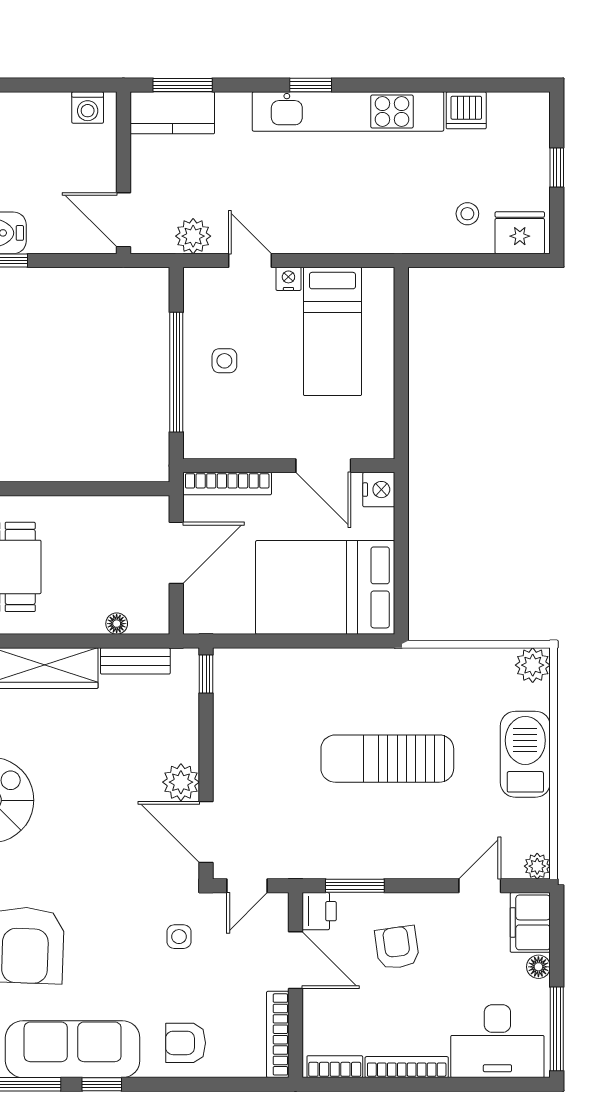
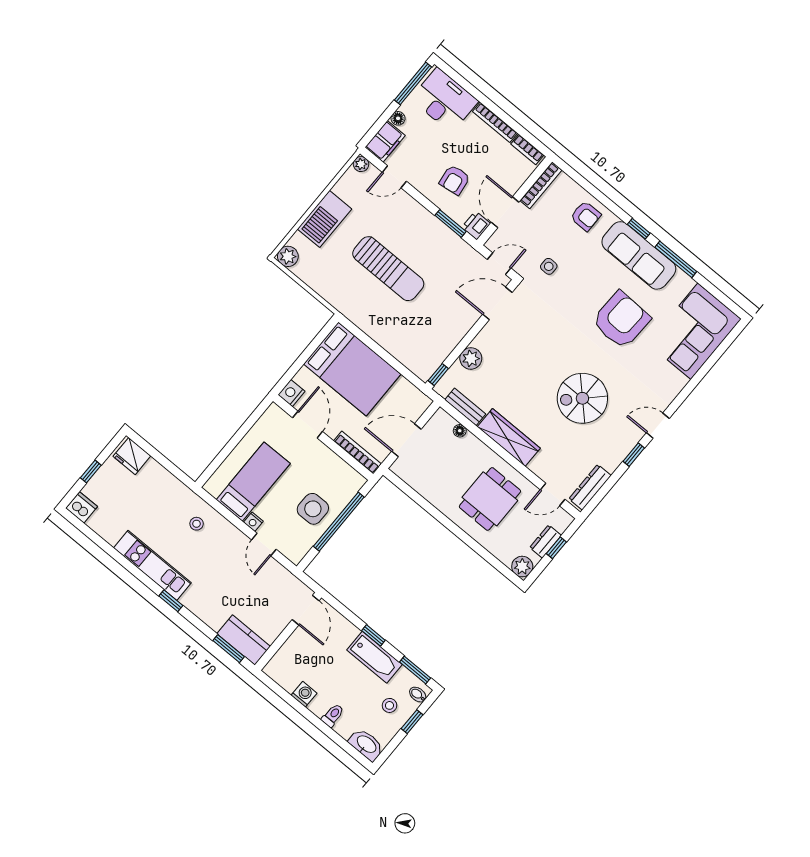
washing machine: (88, 108) -> (304, 694), moved
dishwasher: (466, 110) -> (82, 507), moved
kitchen unit: (348, 111) -> (152, 565), width x0.73
stool: (467, 214) -> (197, 524), moved
plant: (193, 236) -> (280, 577), removed
side table: (224, 361) -> (313, 509), width x1.87, depth x1.87
plant: (181, 782) -> (471, 358), moved
door: (206, 832) -> (497, 303), swing flipped

